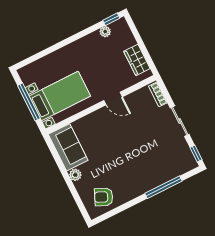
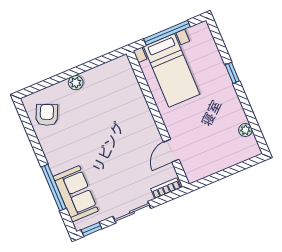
window: (111, 19) -> (232, 73), moved
wardrobe: (137, 60) -> (209, 166), removed
door: (113, 99) -> (171, 151), moved
sofa: (68, 147) -> (76, 194), moved, turned -90

